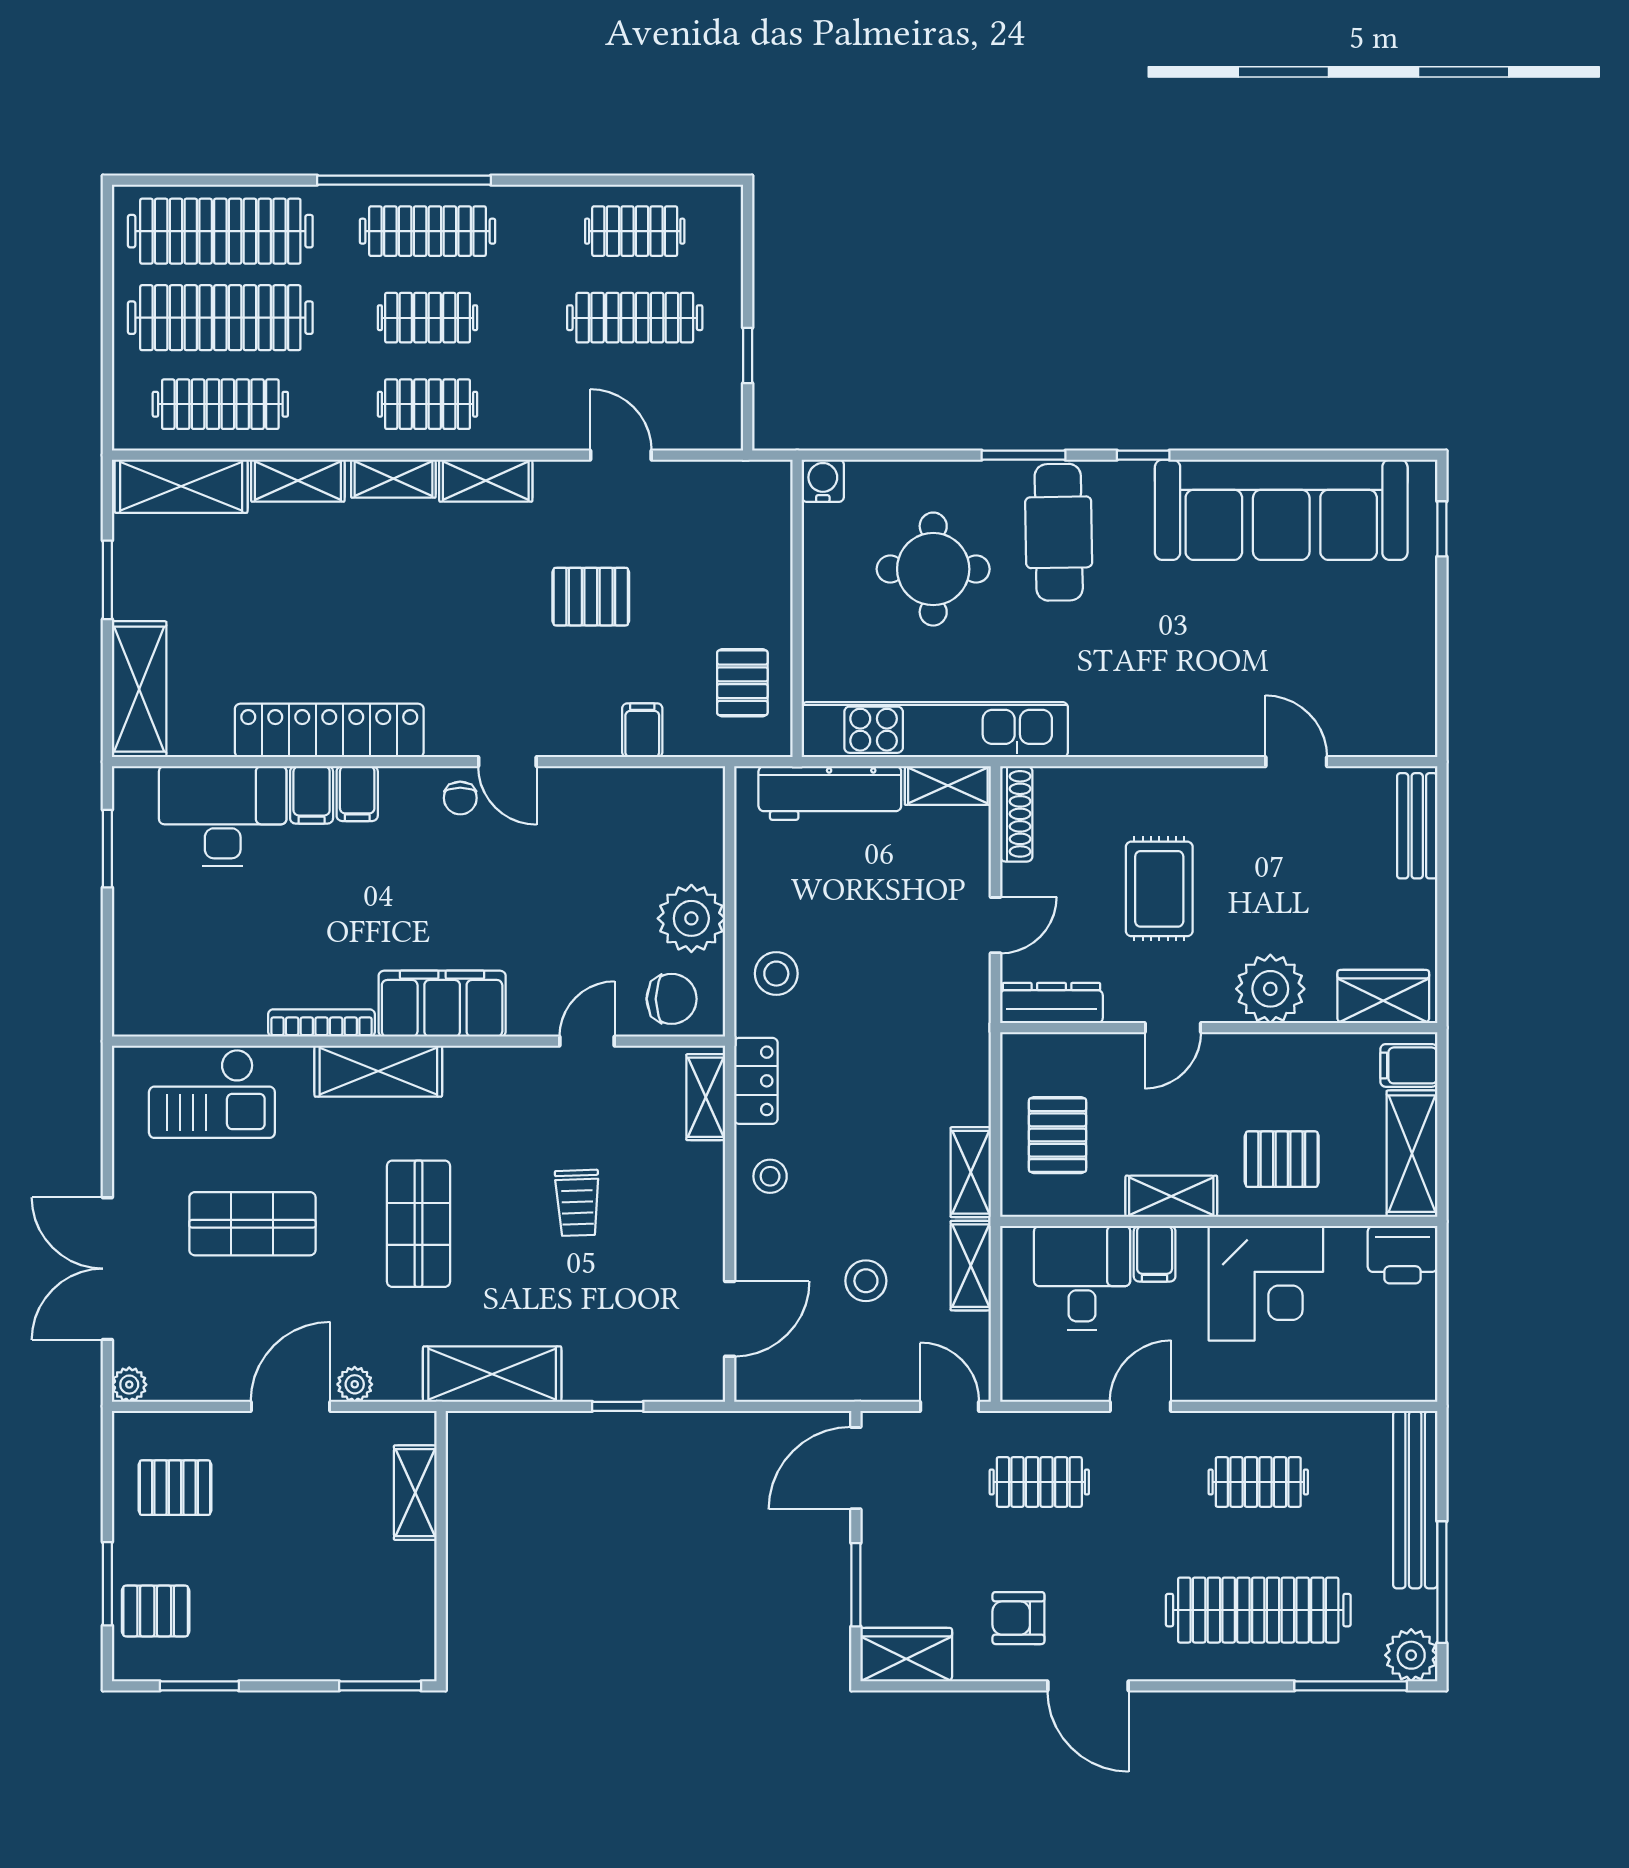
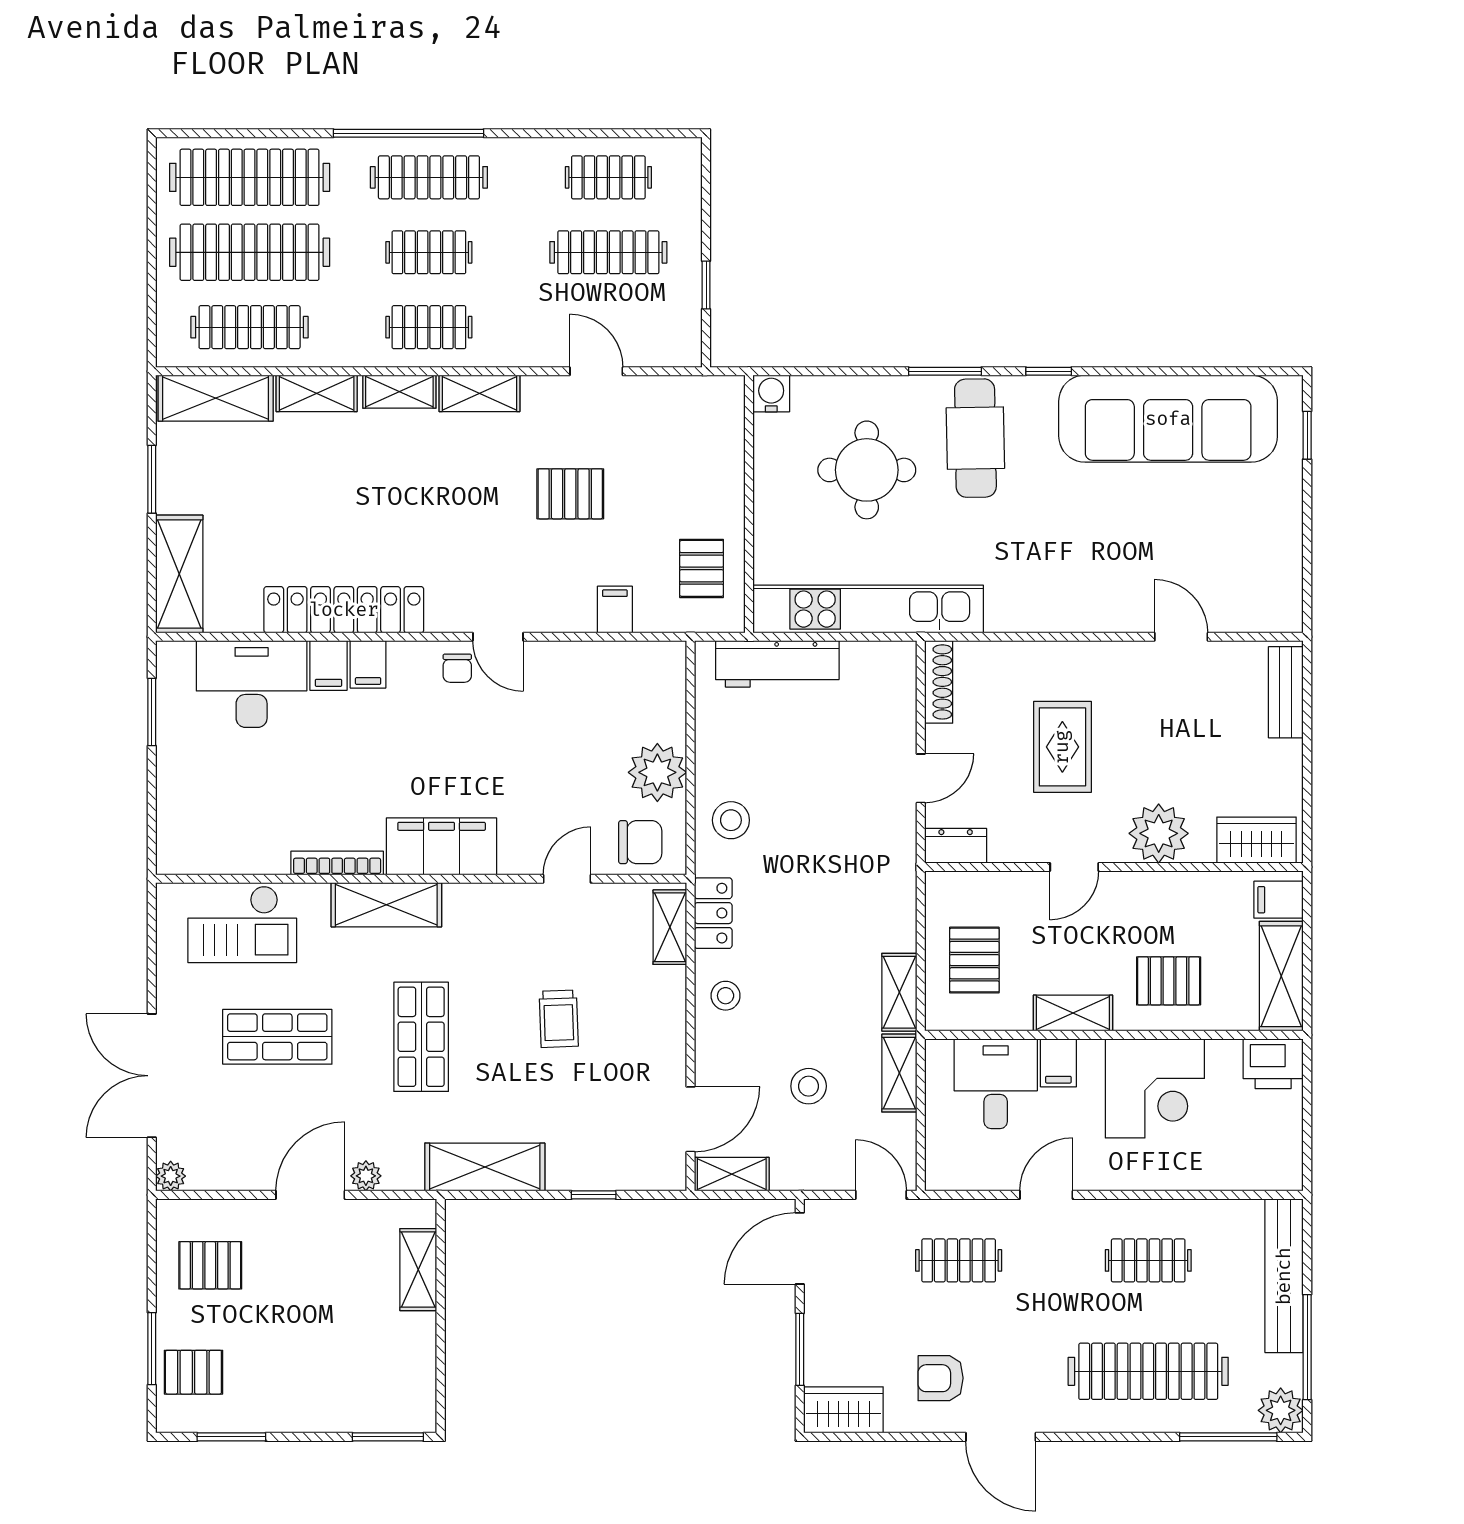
shelving: (948, 786) -> (732, 1174), moved
dresser: (1051, 1003) -> (956, 846), width x0.70

